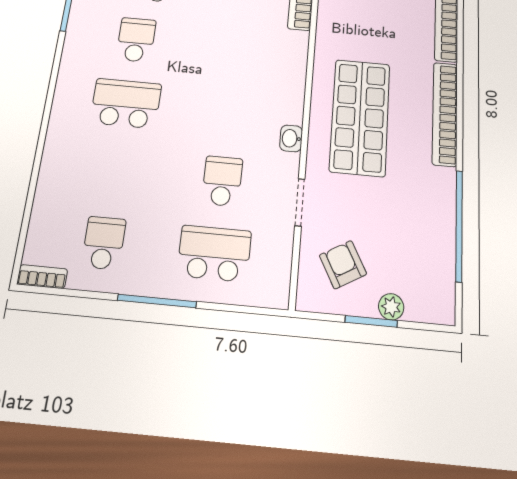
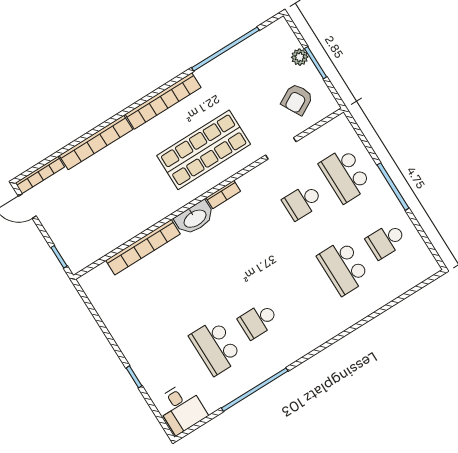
school desk: (126, 103) -> (343, 267), moved
washbasin: (291, 138) -> (195, 218), moved, width x1.91, depth x1.45
bookcase: (42, 277) -> (223, 195), moved, turned -90

